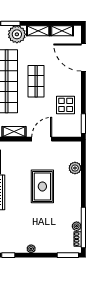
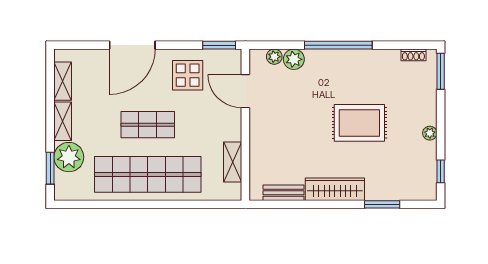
door: (83, 58) -> (132, 45), moved
door: (42, 139) -> (245, 91), moved
rug: (42, 186) -> (359, 123), moved
plant: (77, 226) -> (274, 57), moved
window: (83, 228) -> (338, 45), moved

